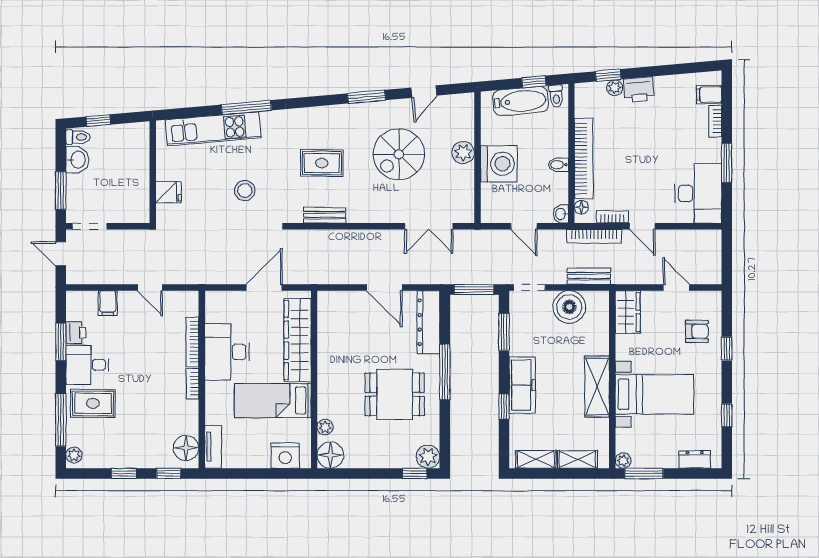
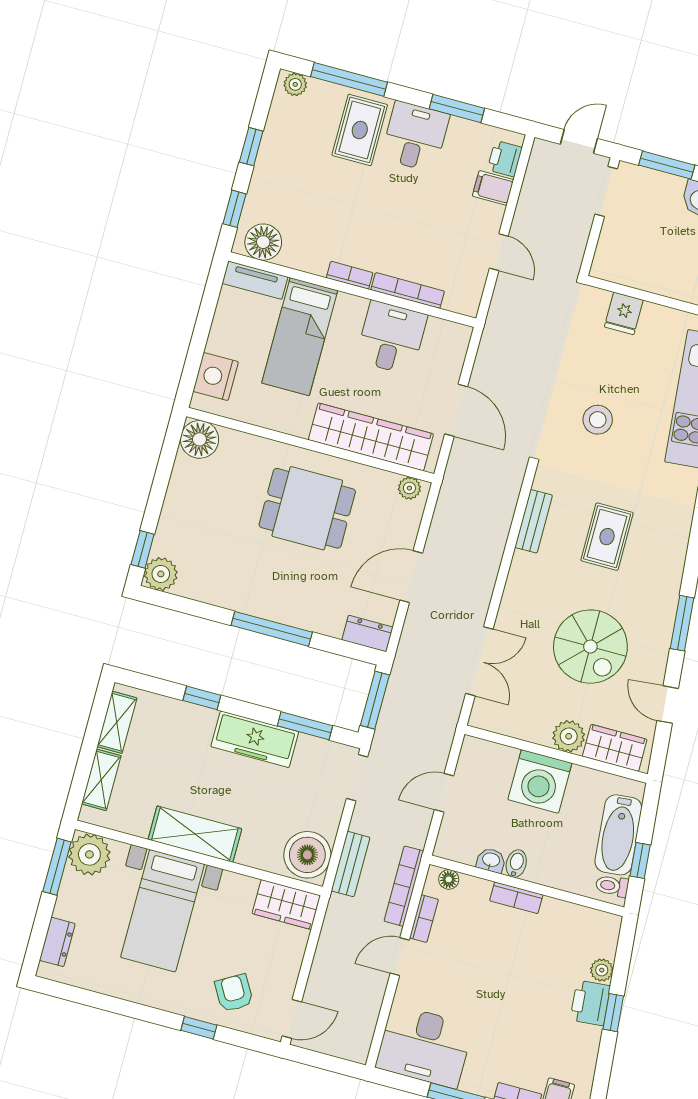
window: (608, 75) -> (613, 1013), moved
wardrobe: (463, 119) -> (615, 748), added
spiral stairs: (399, 154) -> (590, 647), turned 180
bookcase: (584, 158) -> (516, 898), width x0.43, depth x0.76
washbasin: (561, 214) -> (491, 860), moved
double door: (429, 226) -> (479, 661), swing flipped
door: (150, 288) -> (499, 252), swing flipped
door: (676, 288) -> (292, 1019), moved
boiler: (569, 307) -> (307, 855), moved
dresser: (428, 322) -> (367, 634), width x0.51, depth x0.80
armchair: (697, 331) -> (234, 993), turned 150
printer: (76, 333) -> (505, 159), moved, turned 90
desk: (227, 352) -> (391, 338), width x0.73
freezer: (522, 385) -> (255, 739), moved
dining table: (395, 394) -> (307, 508), moved, turned 90
bed: (273, 401) -> (300, 337), moved, turned 180
window: (727, 415) -> (106, 1003), removed
plant: (325, 427) -> (409, 488), moved
plant: (623, 461) -> (89, 854), width x1.88, depth x1.88

